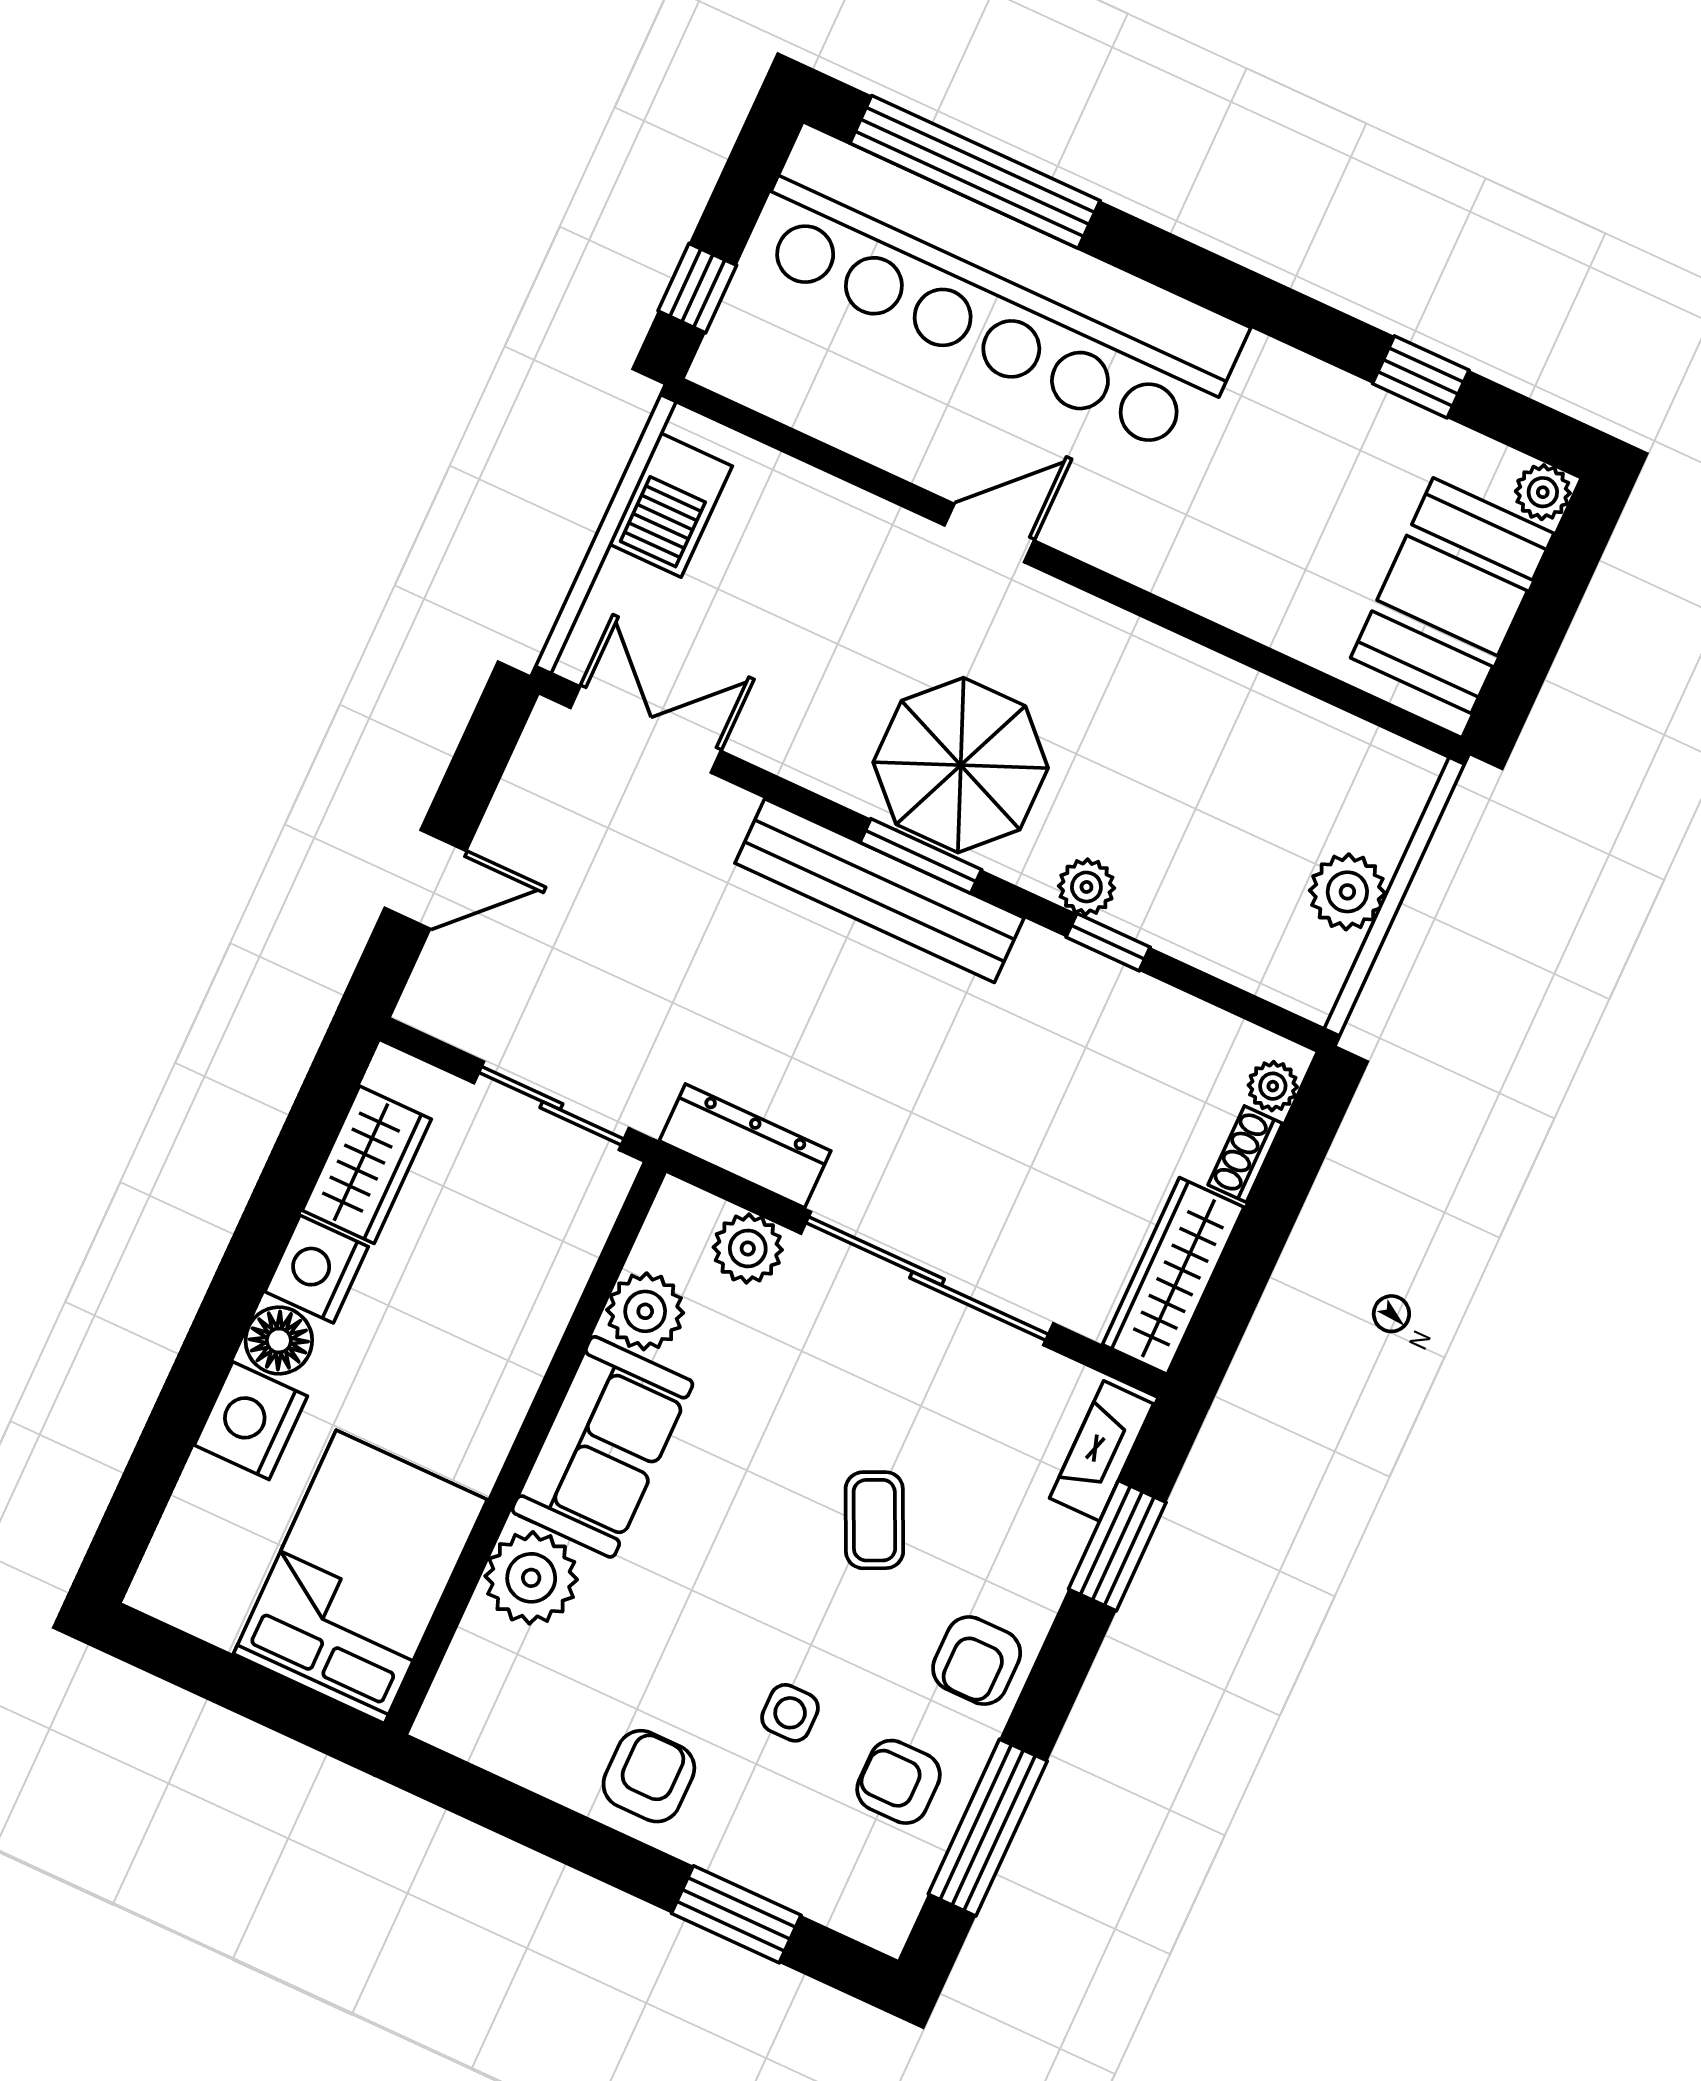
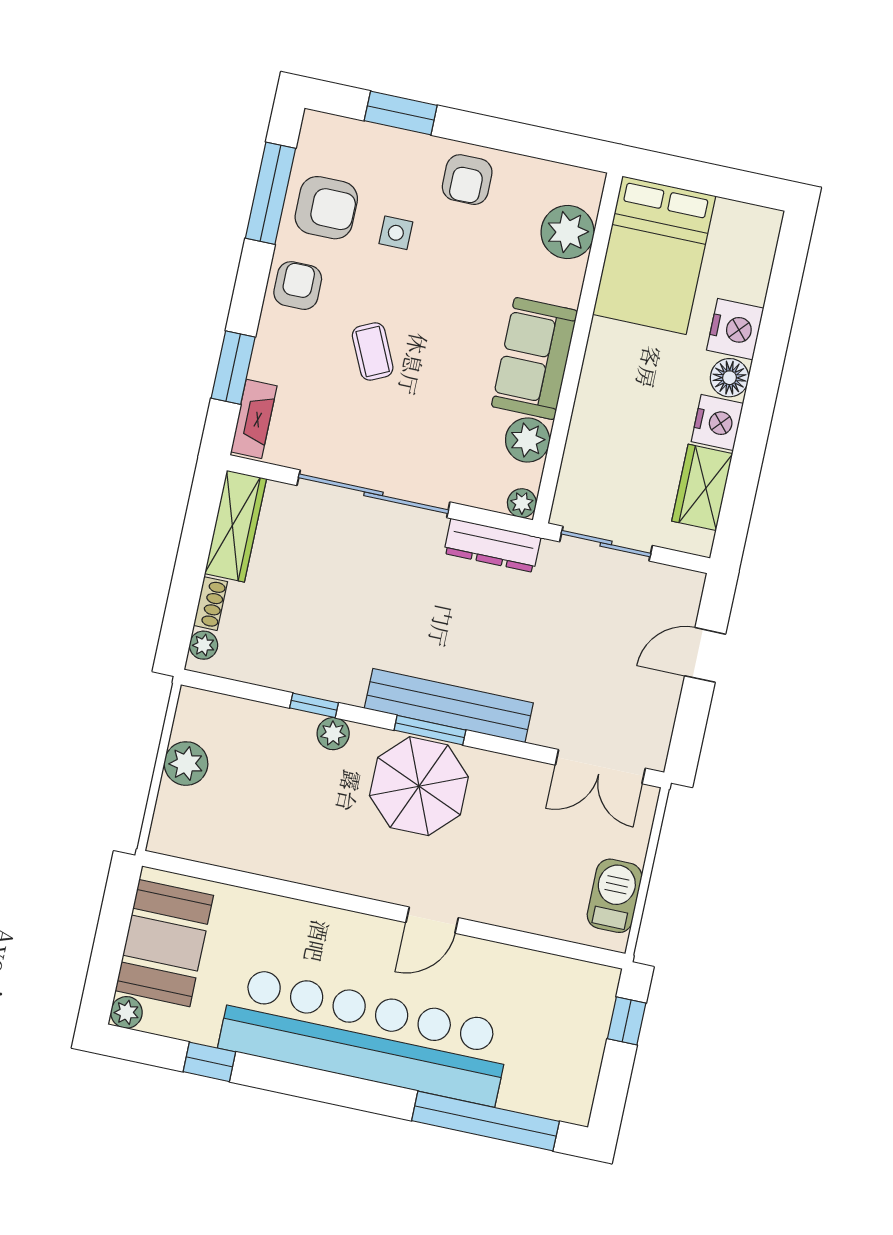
bar counter: (996, 292) -> (365, 1036), moved
plant: (748, 1248) -> (522, 503), moved, width x0.73, depth x0.73
plant: (531, 1578) -> (568, 232), moved
armchair: (899, 1782) -> (326, 208), width x1.38, depth x1.38

